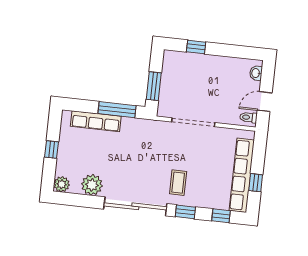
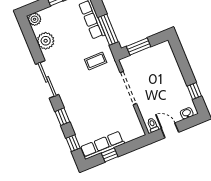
window: (196, 47) -> (194, 91), moved
row of seats: (242, 175) -> (102, 145), width x0.73
coffee table: (178, 183) -> (96, 61), moved
sliding door: (135, 206) -> (47, 79), width x0.73

